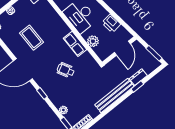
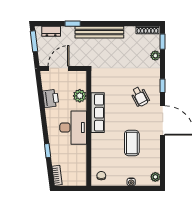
row of seats: (75, 44) -> (98, 113), width x1.48
wheelchair: (66, 70) -> (140, 97), moved
dresser: (138, 77) -> (51, 31), moved

